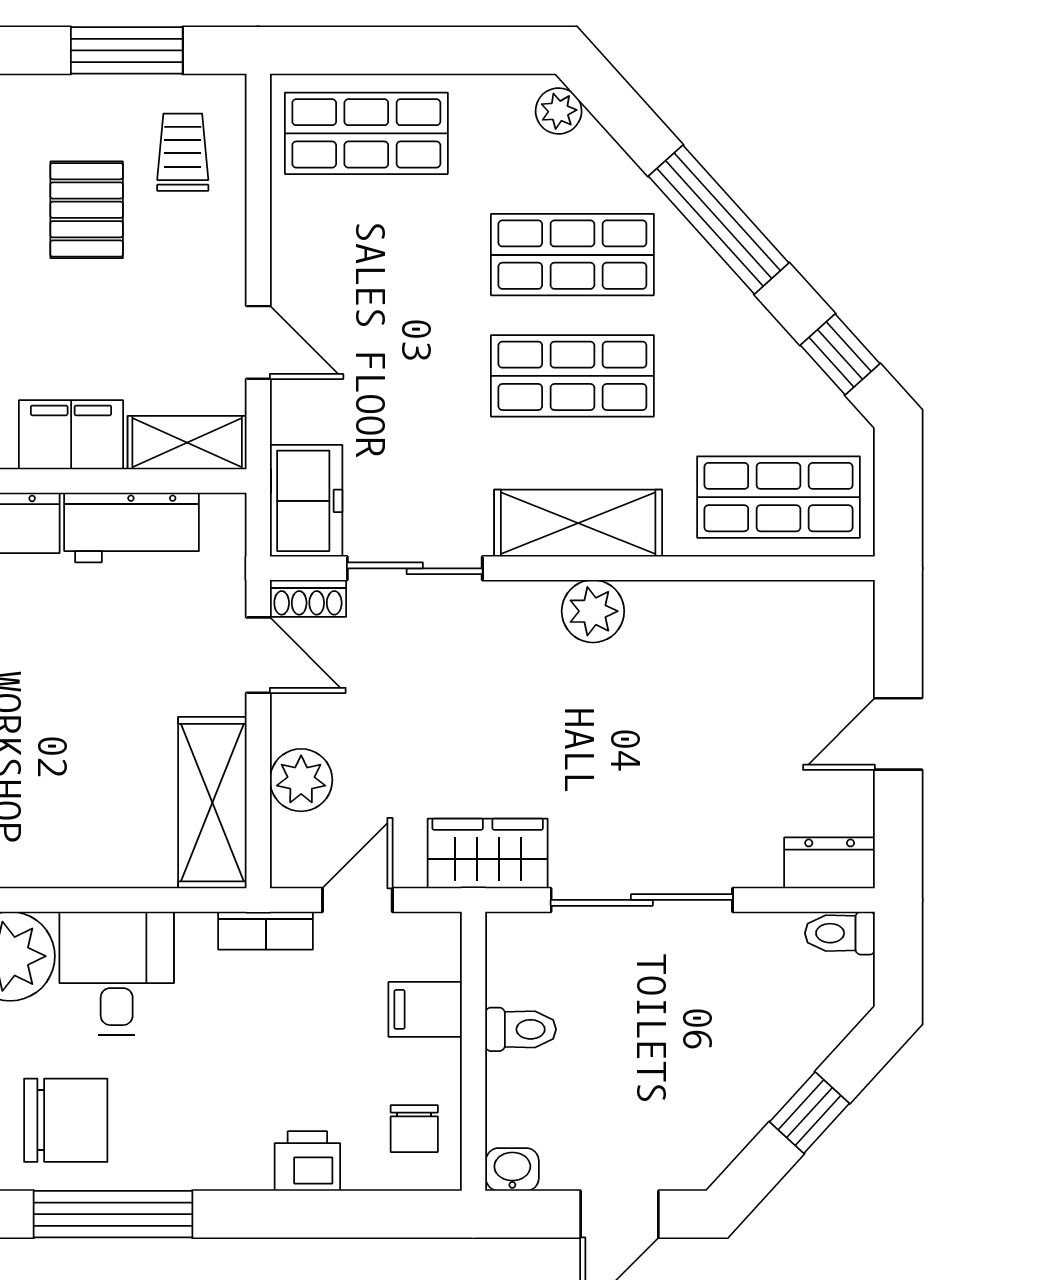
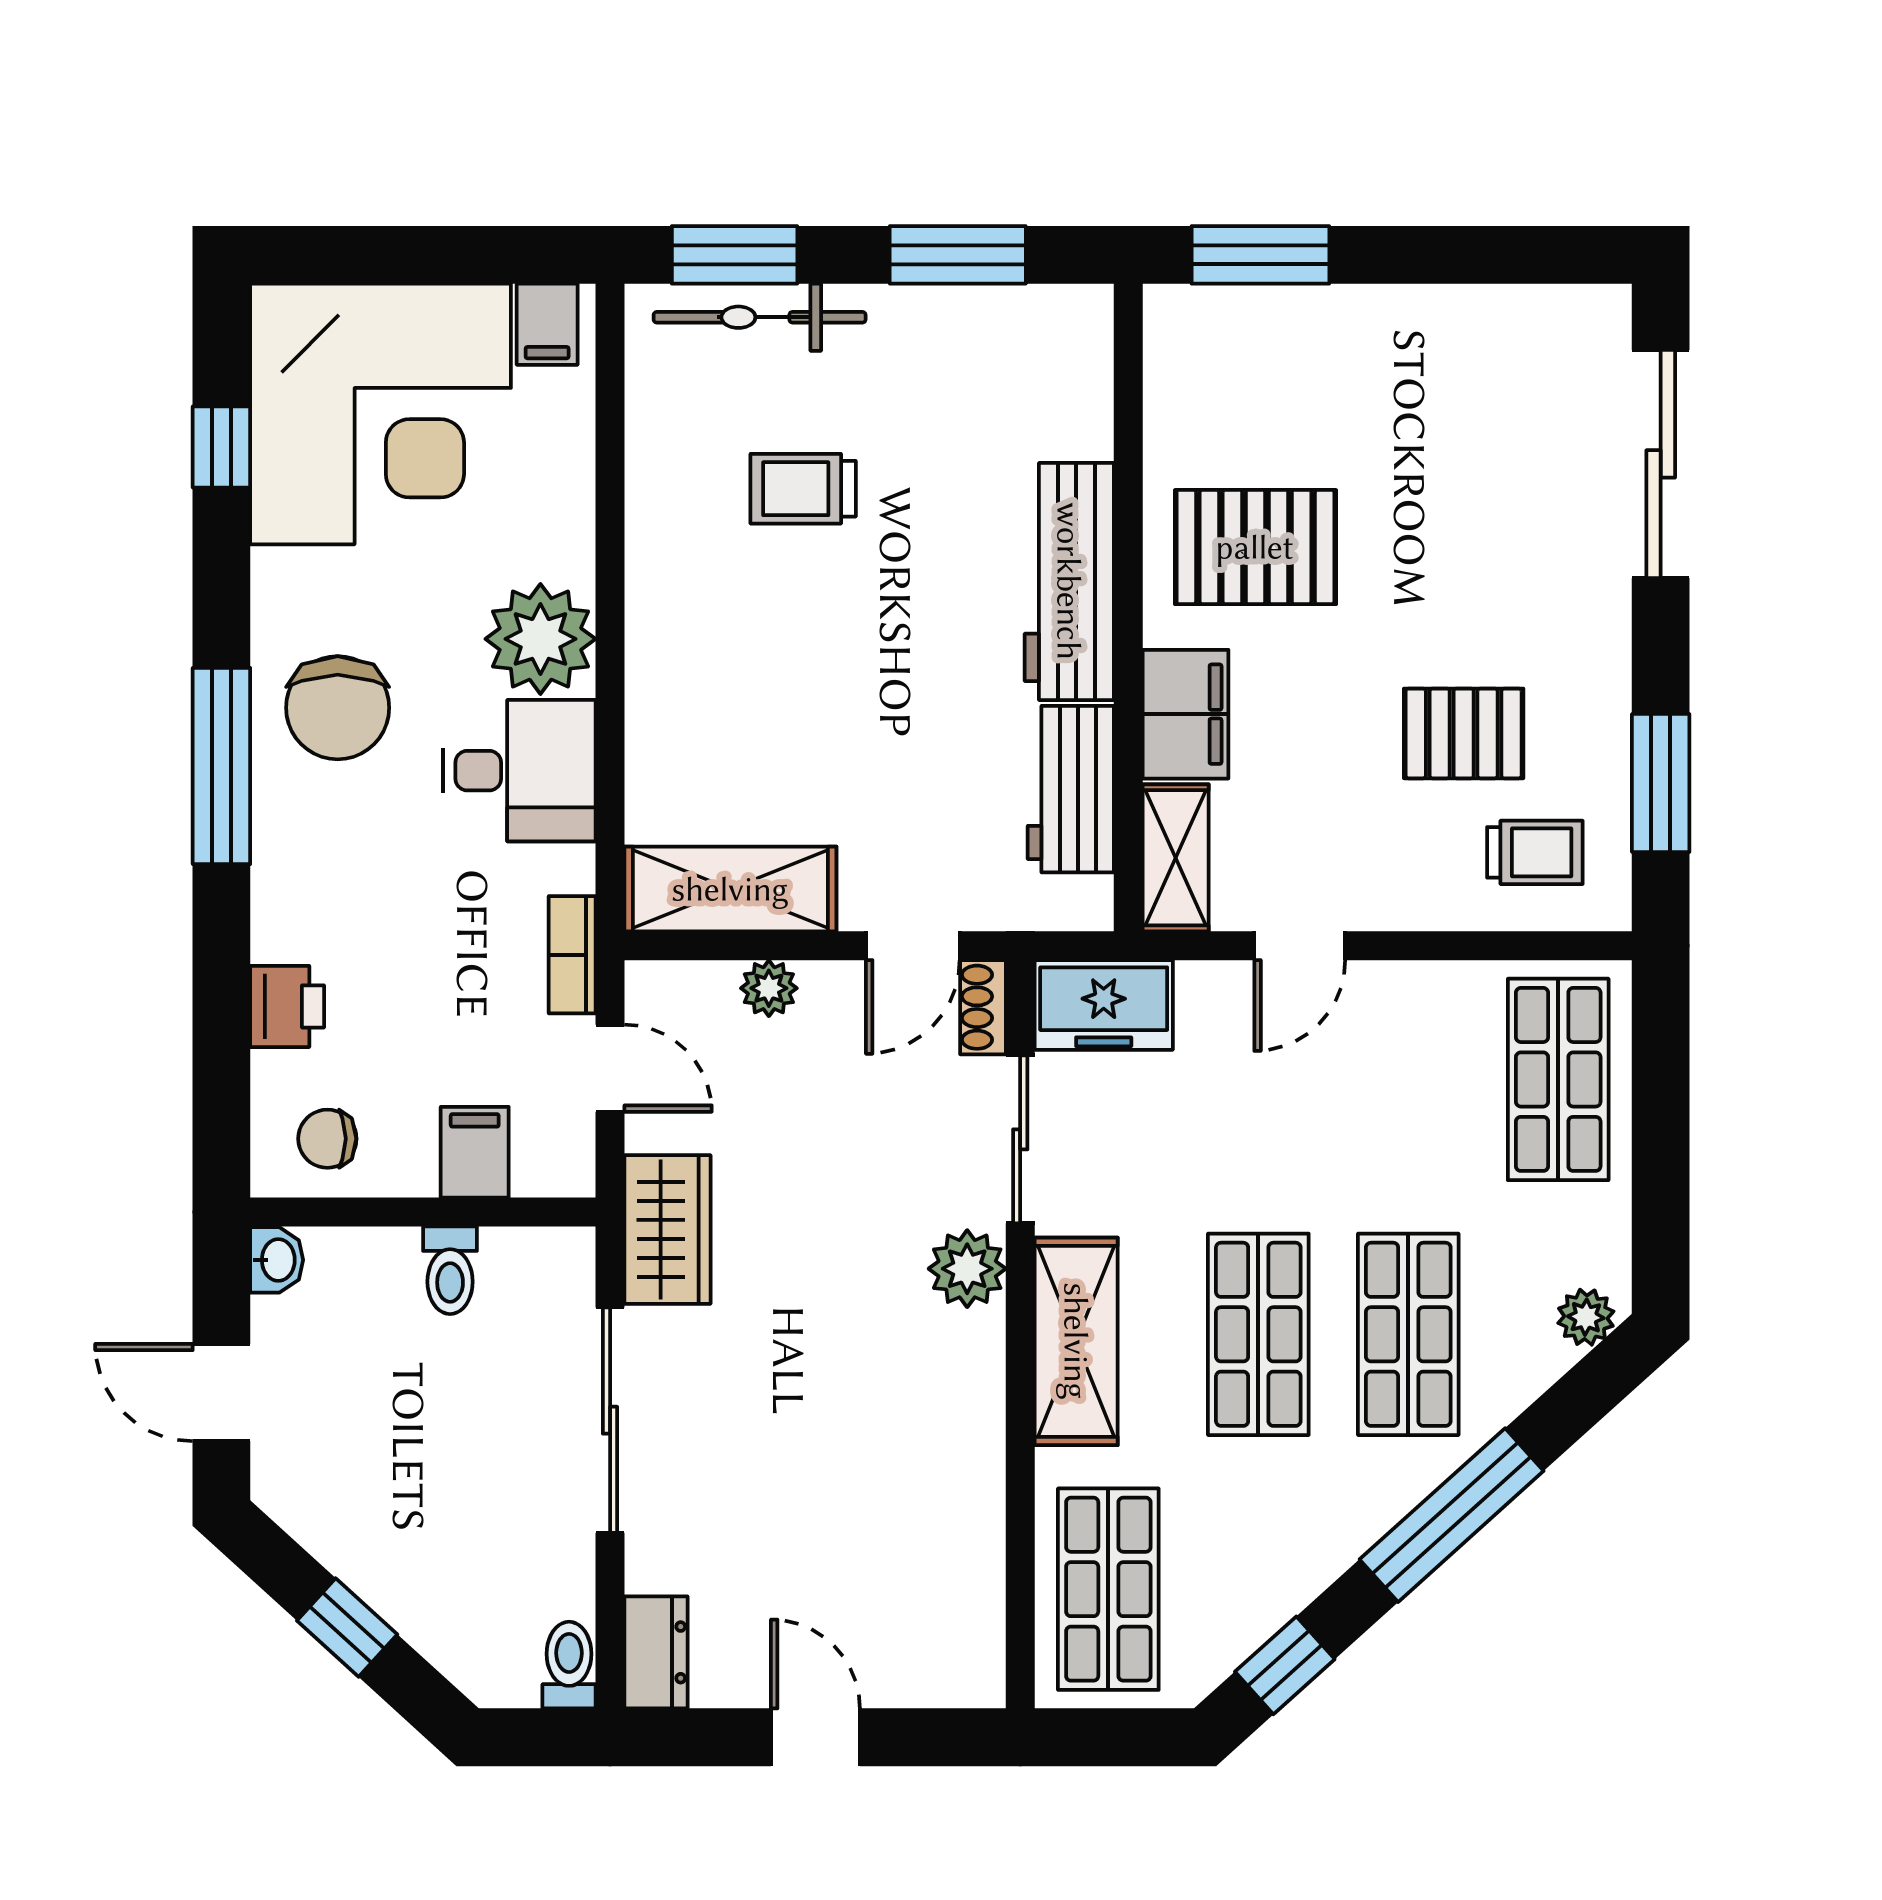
plant: (593, 611) -> (967, 1269), moved
plant: (301, 780) -> (769, 988), width x0.73, depth x0.73

